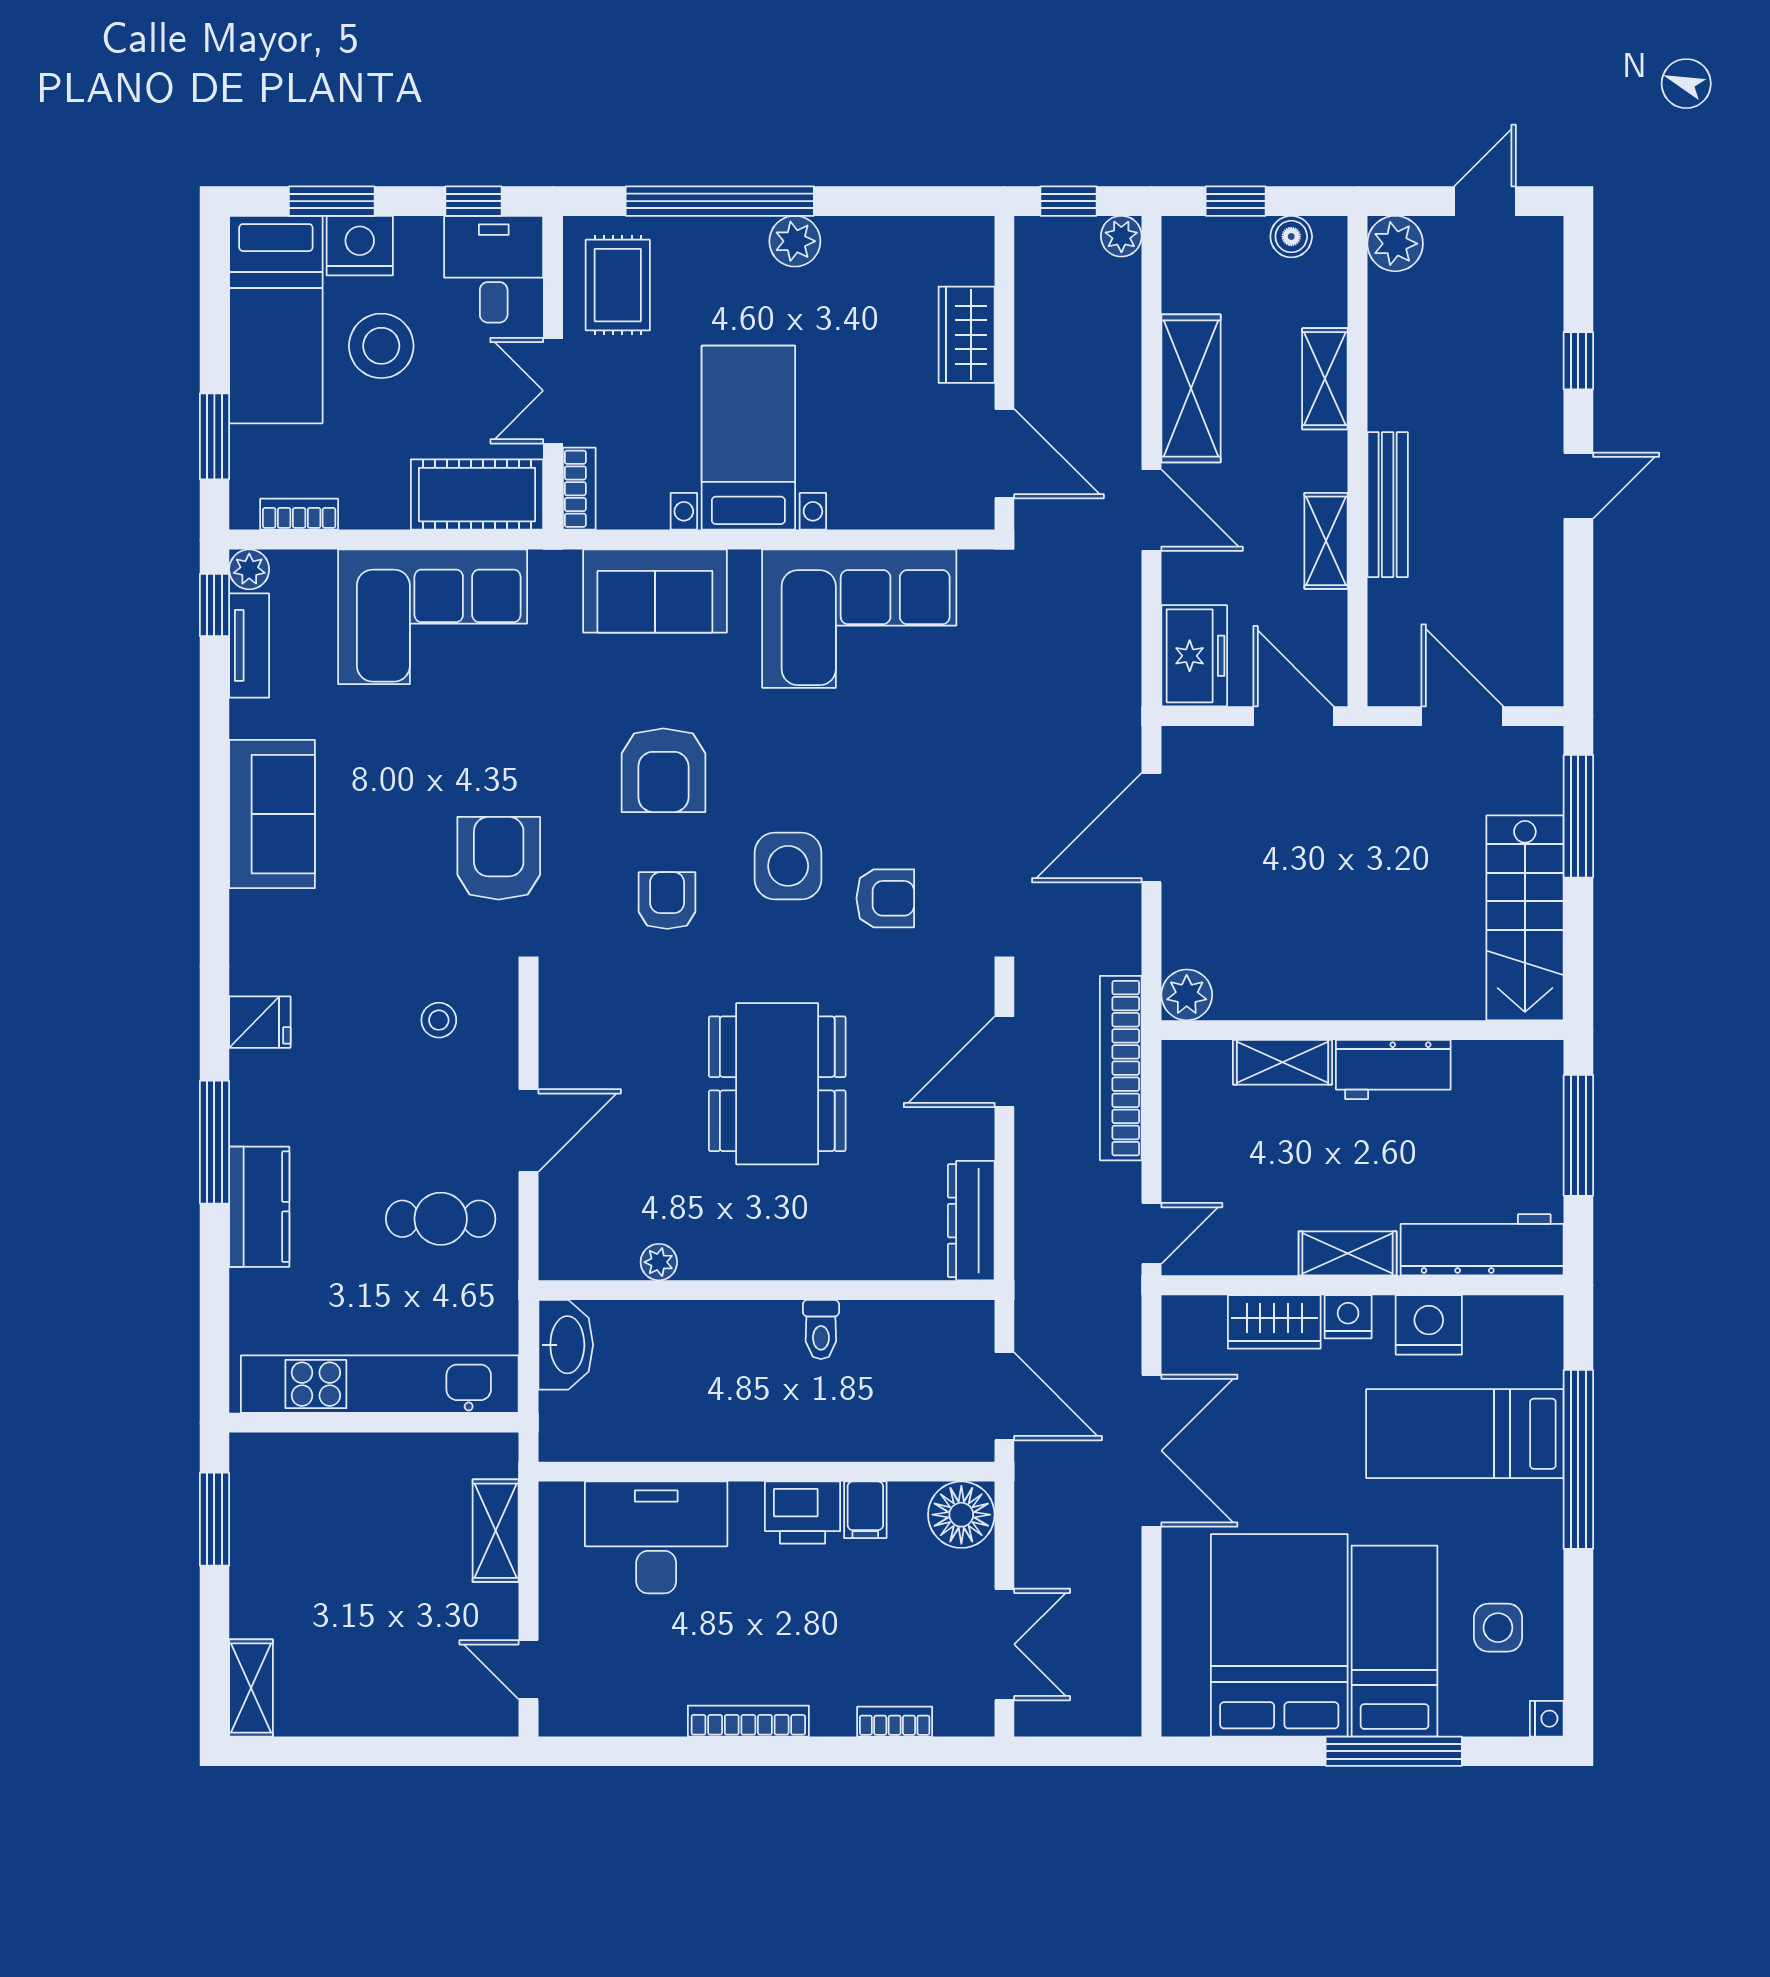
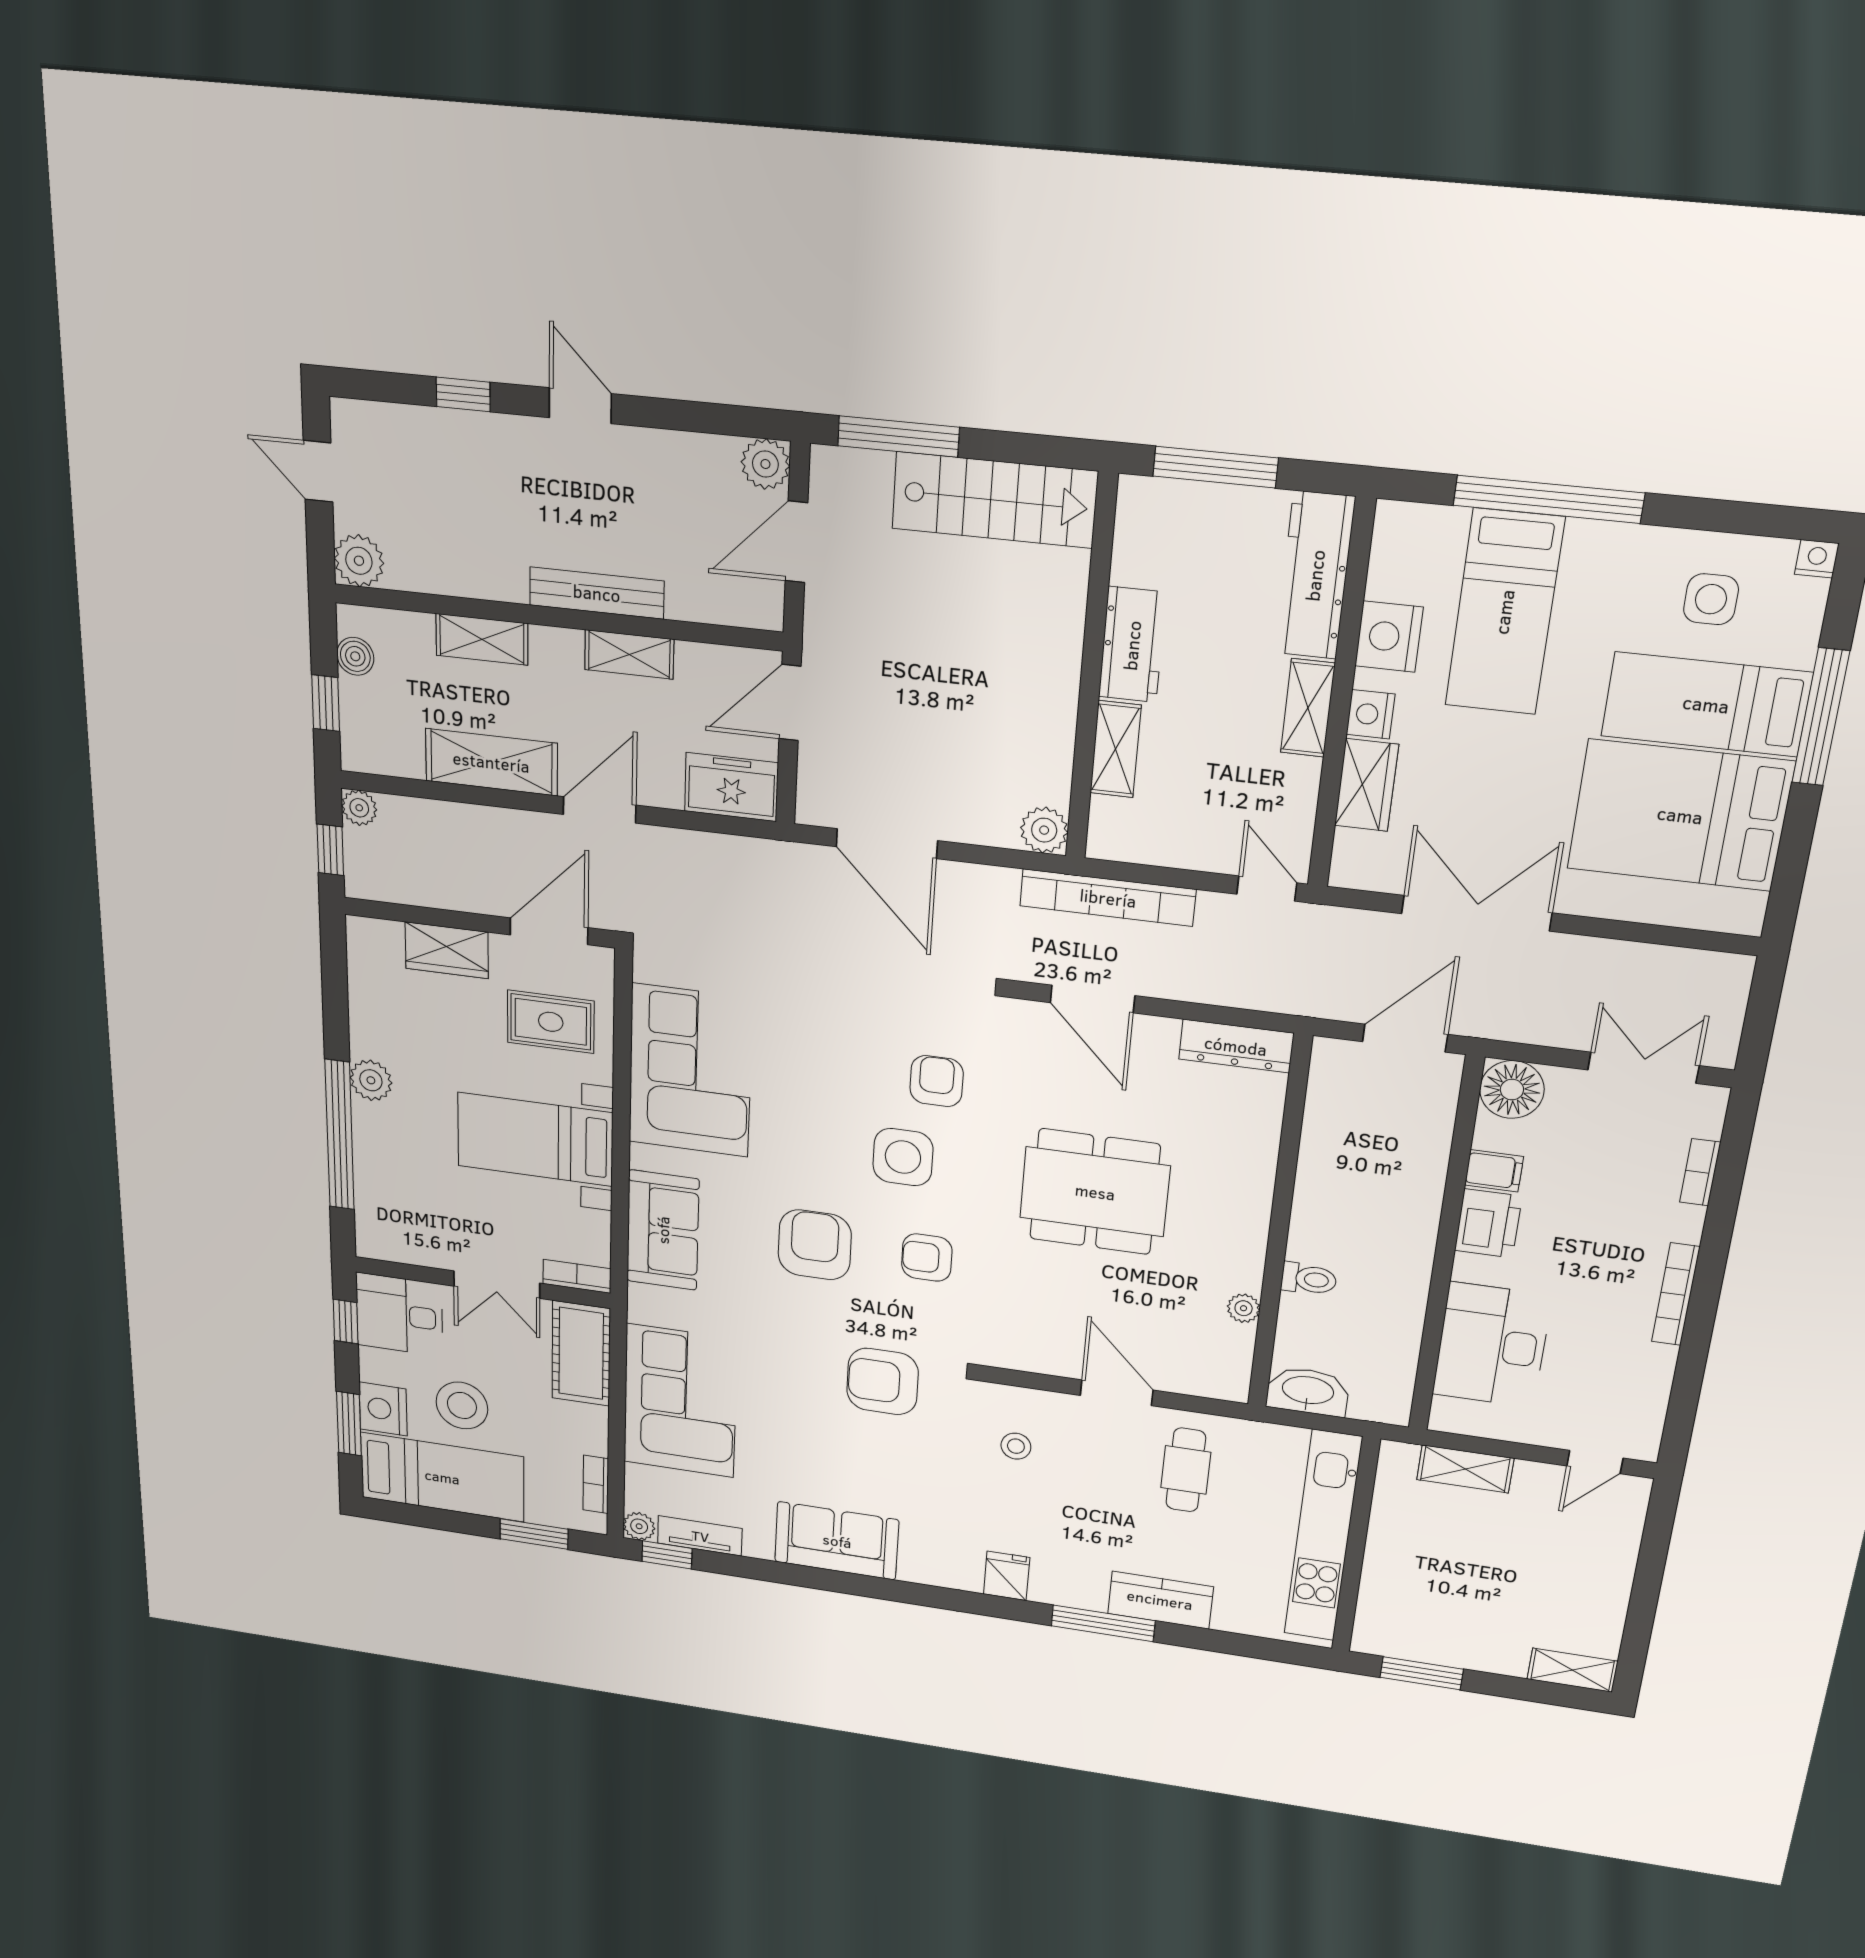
rug: (618, 285) -> (551, 1022), moved
plant: (1538, 681) -> (765, 464), added
armchair: (663, 770) -> (815, 1245), turned -90
toilet: (821, 1330) -> (1309, 1279), moved

